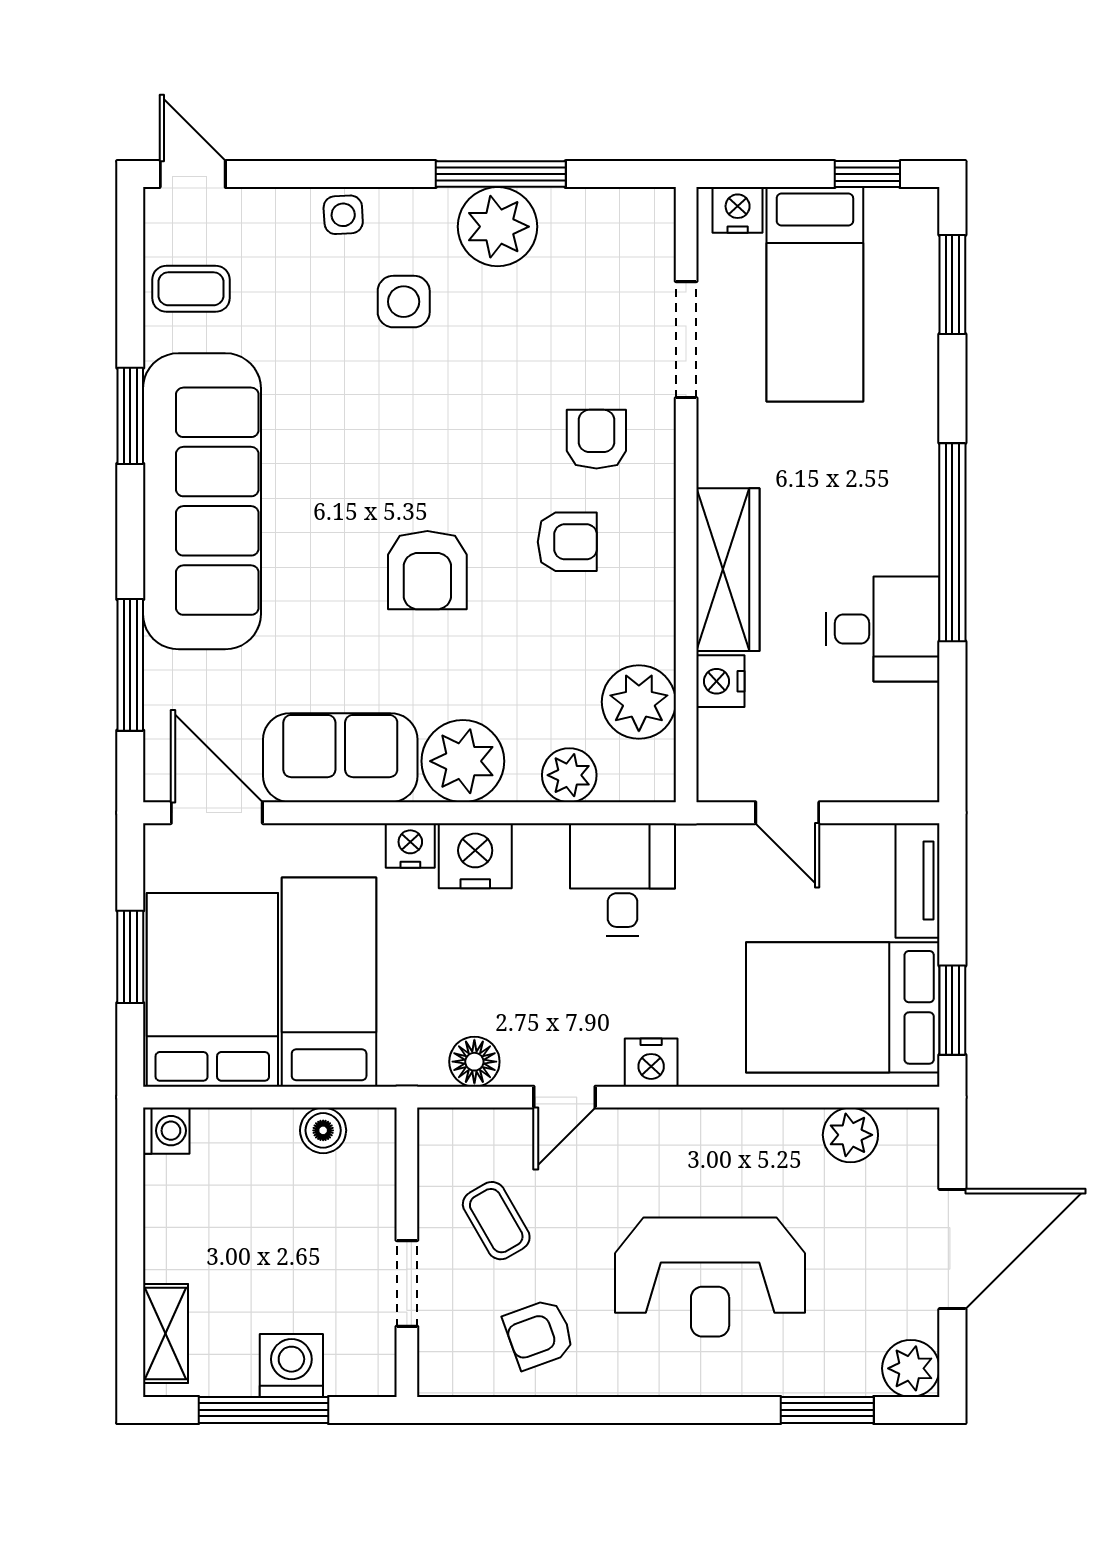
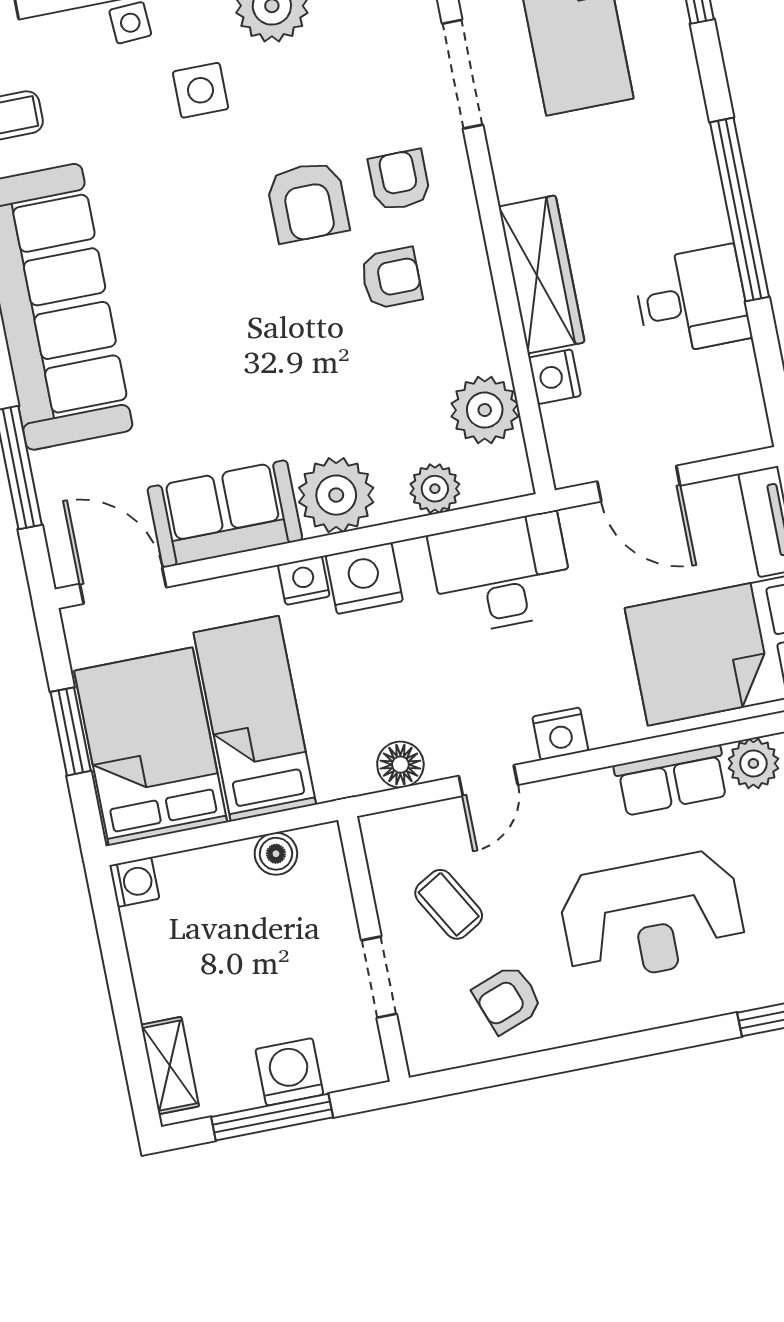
armchair: (427, 570) -> (308, 202), moved
door: (787, 813) -> (639, 484), width x1.38
desk: (622, 880) -> (502, 573), width x1.37
row of seats: (760, 1136) -> (672, 780), added

